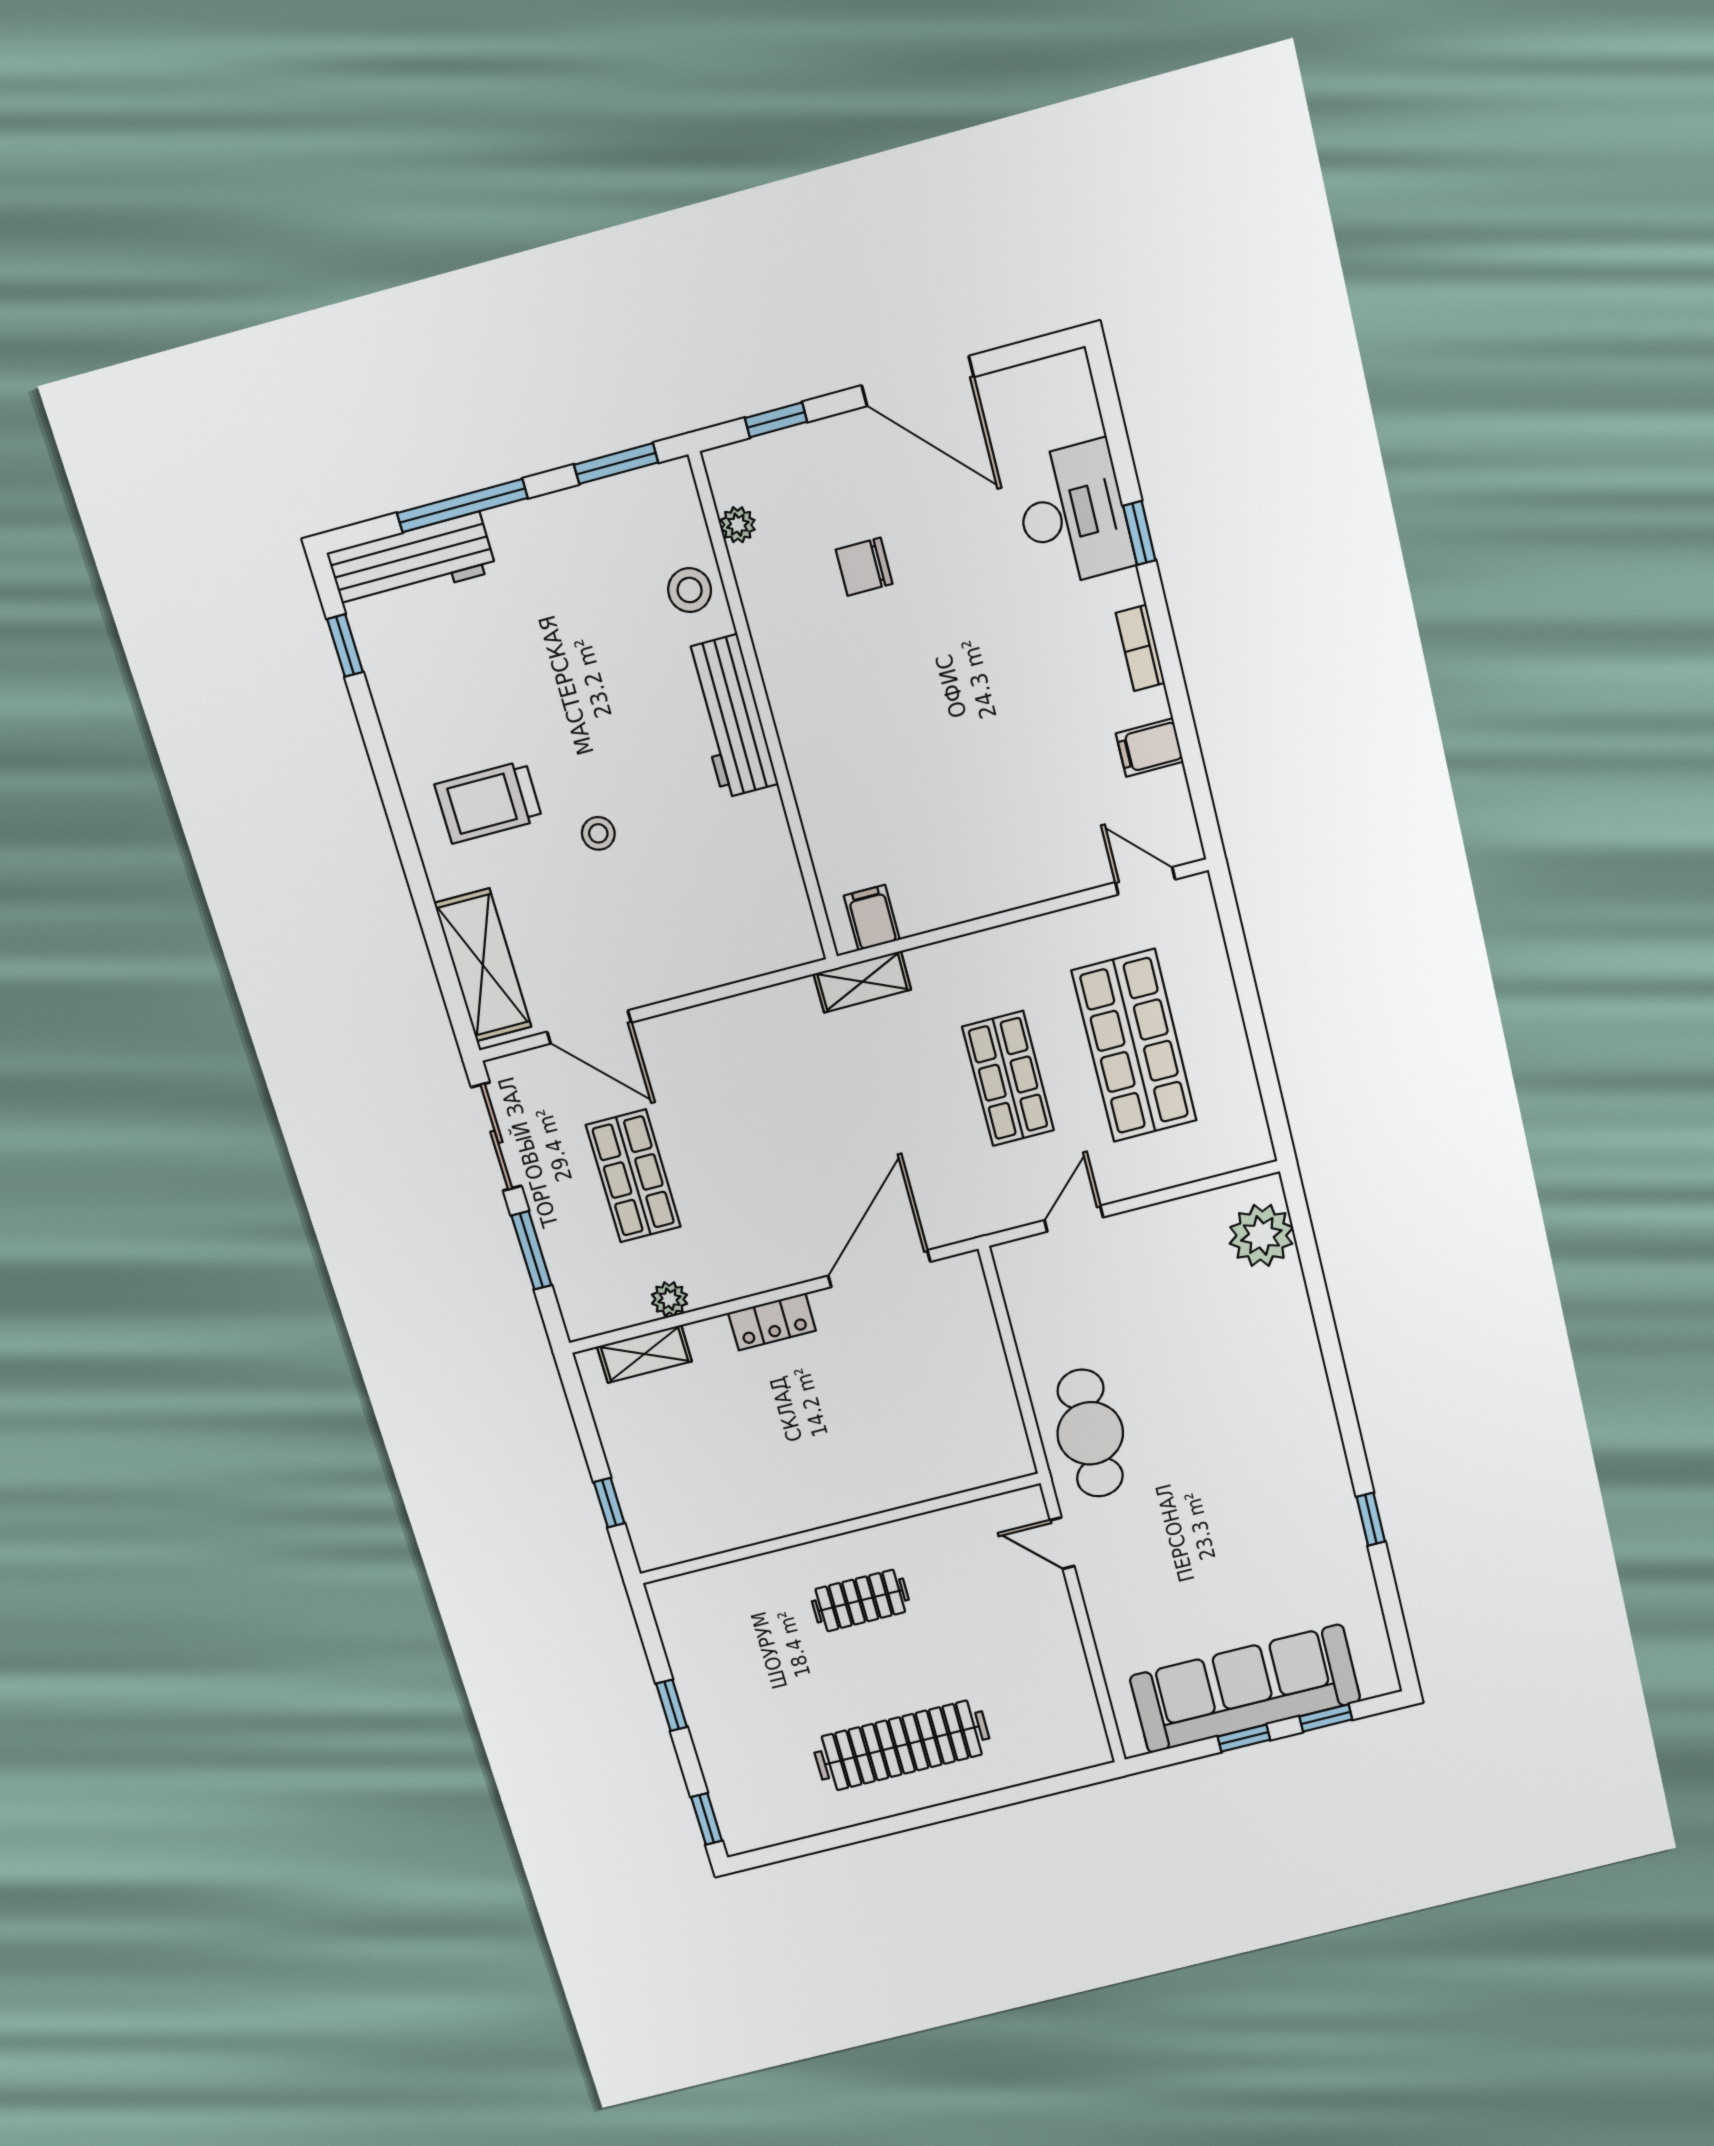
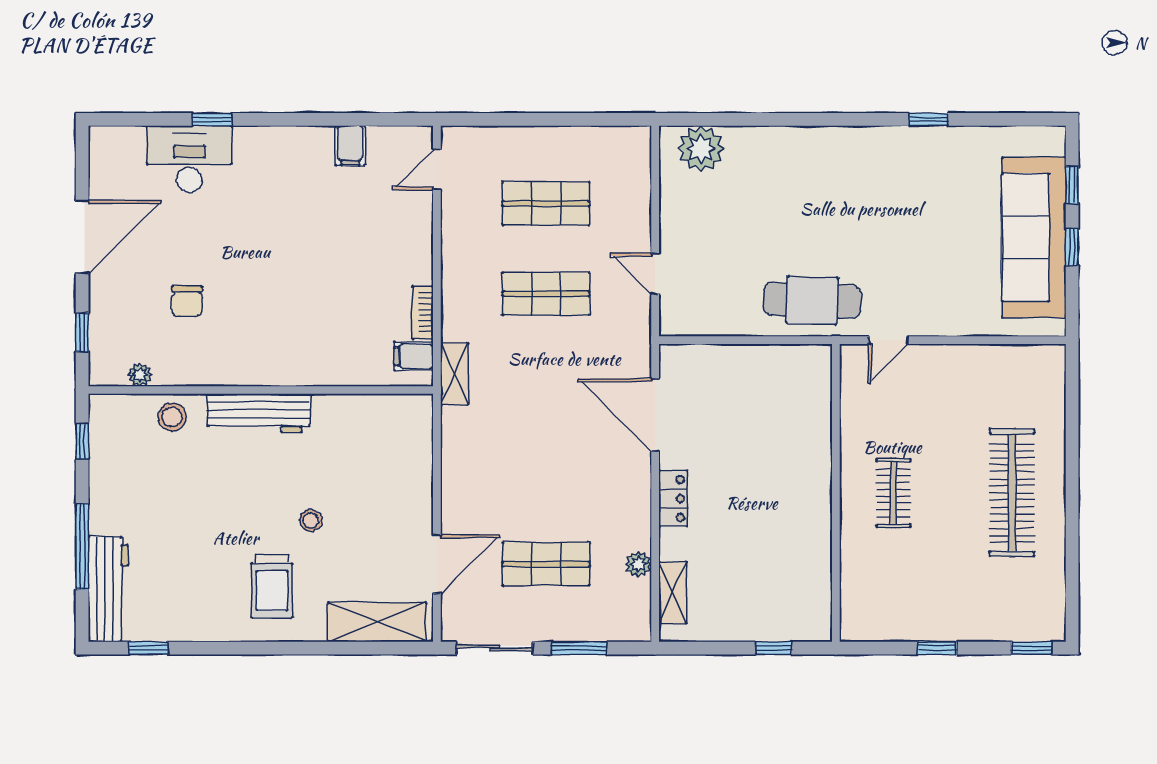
window: (616, 464) -> (82, 441), width x0.67
bookcase: (1140, 648) -> (423, 313), moved, turned 90
shop shelf: (1134, 1046) -> (546, 204), width x0.70, depth x0.74

